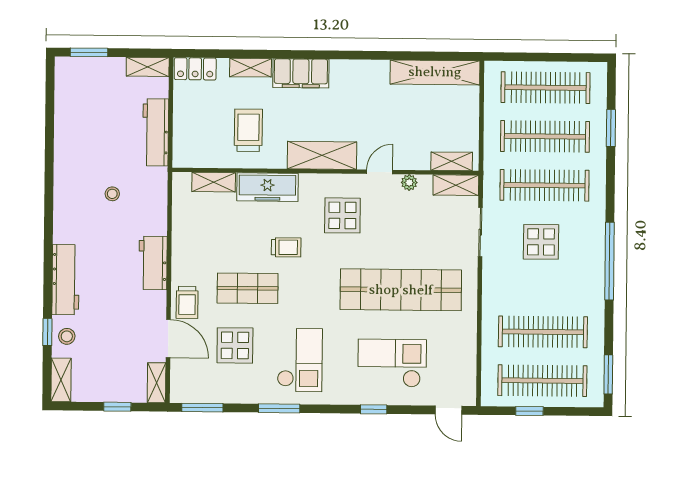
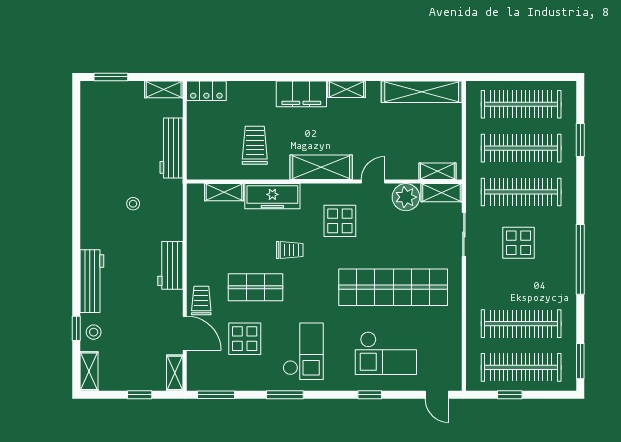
shelving: (251, 68) -> (347, 89), moved
plant: (409, 183) -> (406, 197), width x1.88, depth x1.88
trolley: (187, 302) -> (201, 300), turned 180
checkout: (392, 363) -> (386, 353), turned 180

